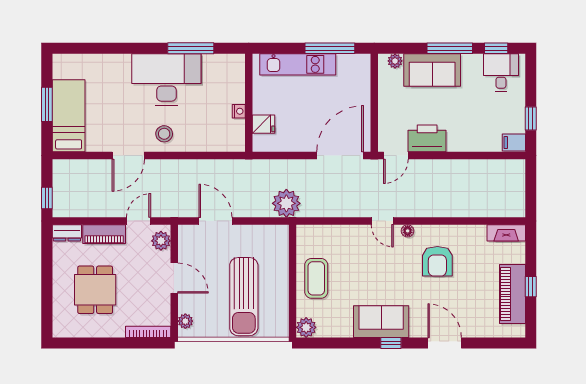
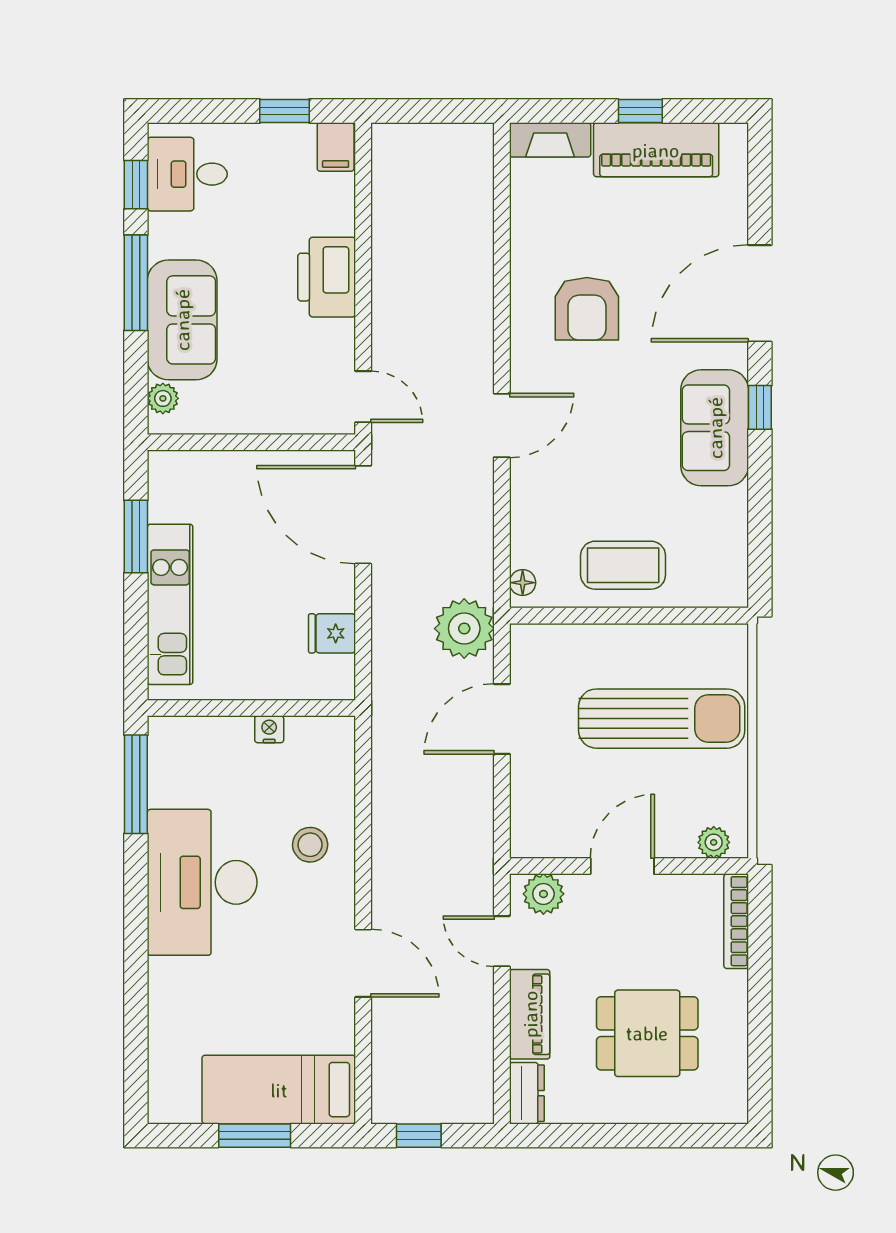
window: (191, 48) -> (136, 784), moved
window: (330, 48) -> (136, 537), width x0.69
fridge: (264, 124) -> (332, 633), moved, turned -90
stool: (164, 134) -> (310, 845), moved
printer: (427, 138) -> (327, 277), moved
window: (47, 198) -> (419, 1136), moved
door: (216, 221) -> (502, 719), moved
door: (382, 221) -> (502, 425), width x1.38
floor lamp: (408, 231) -> (523, 583), moved
fireplace: (506, 233) -> (550, 140), moved, turned 90
armchair: (437, 261) -> (587, 309), turned 90
plant: (306, 327) -> (727, 587), removed
door: (445, 343) -> (760, 293), width x1.36

